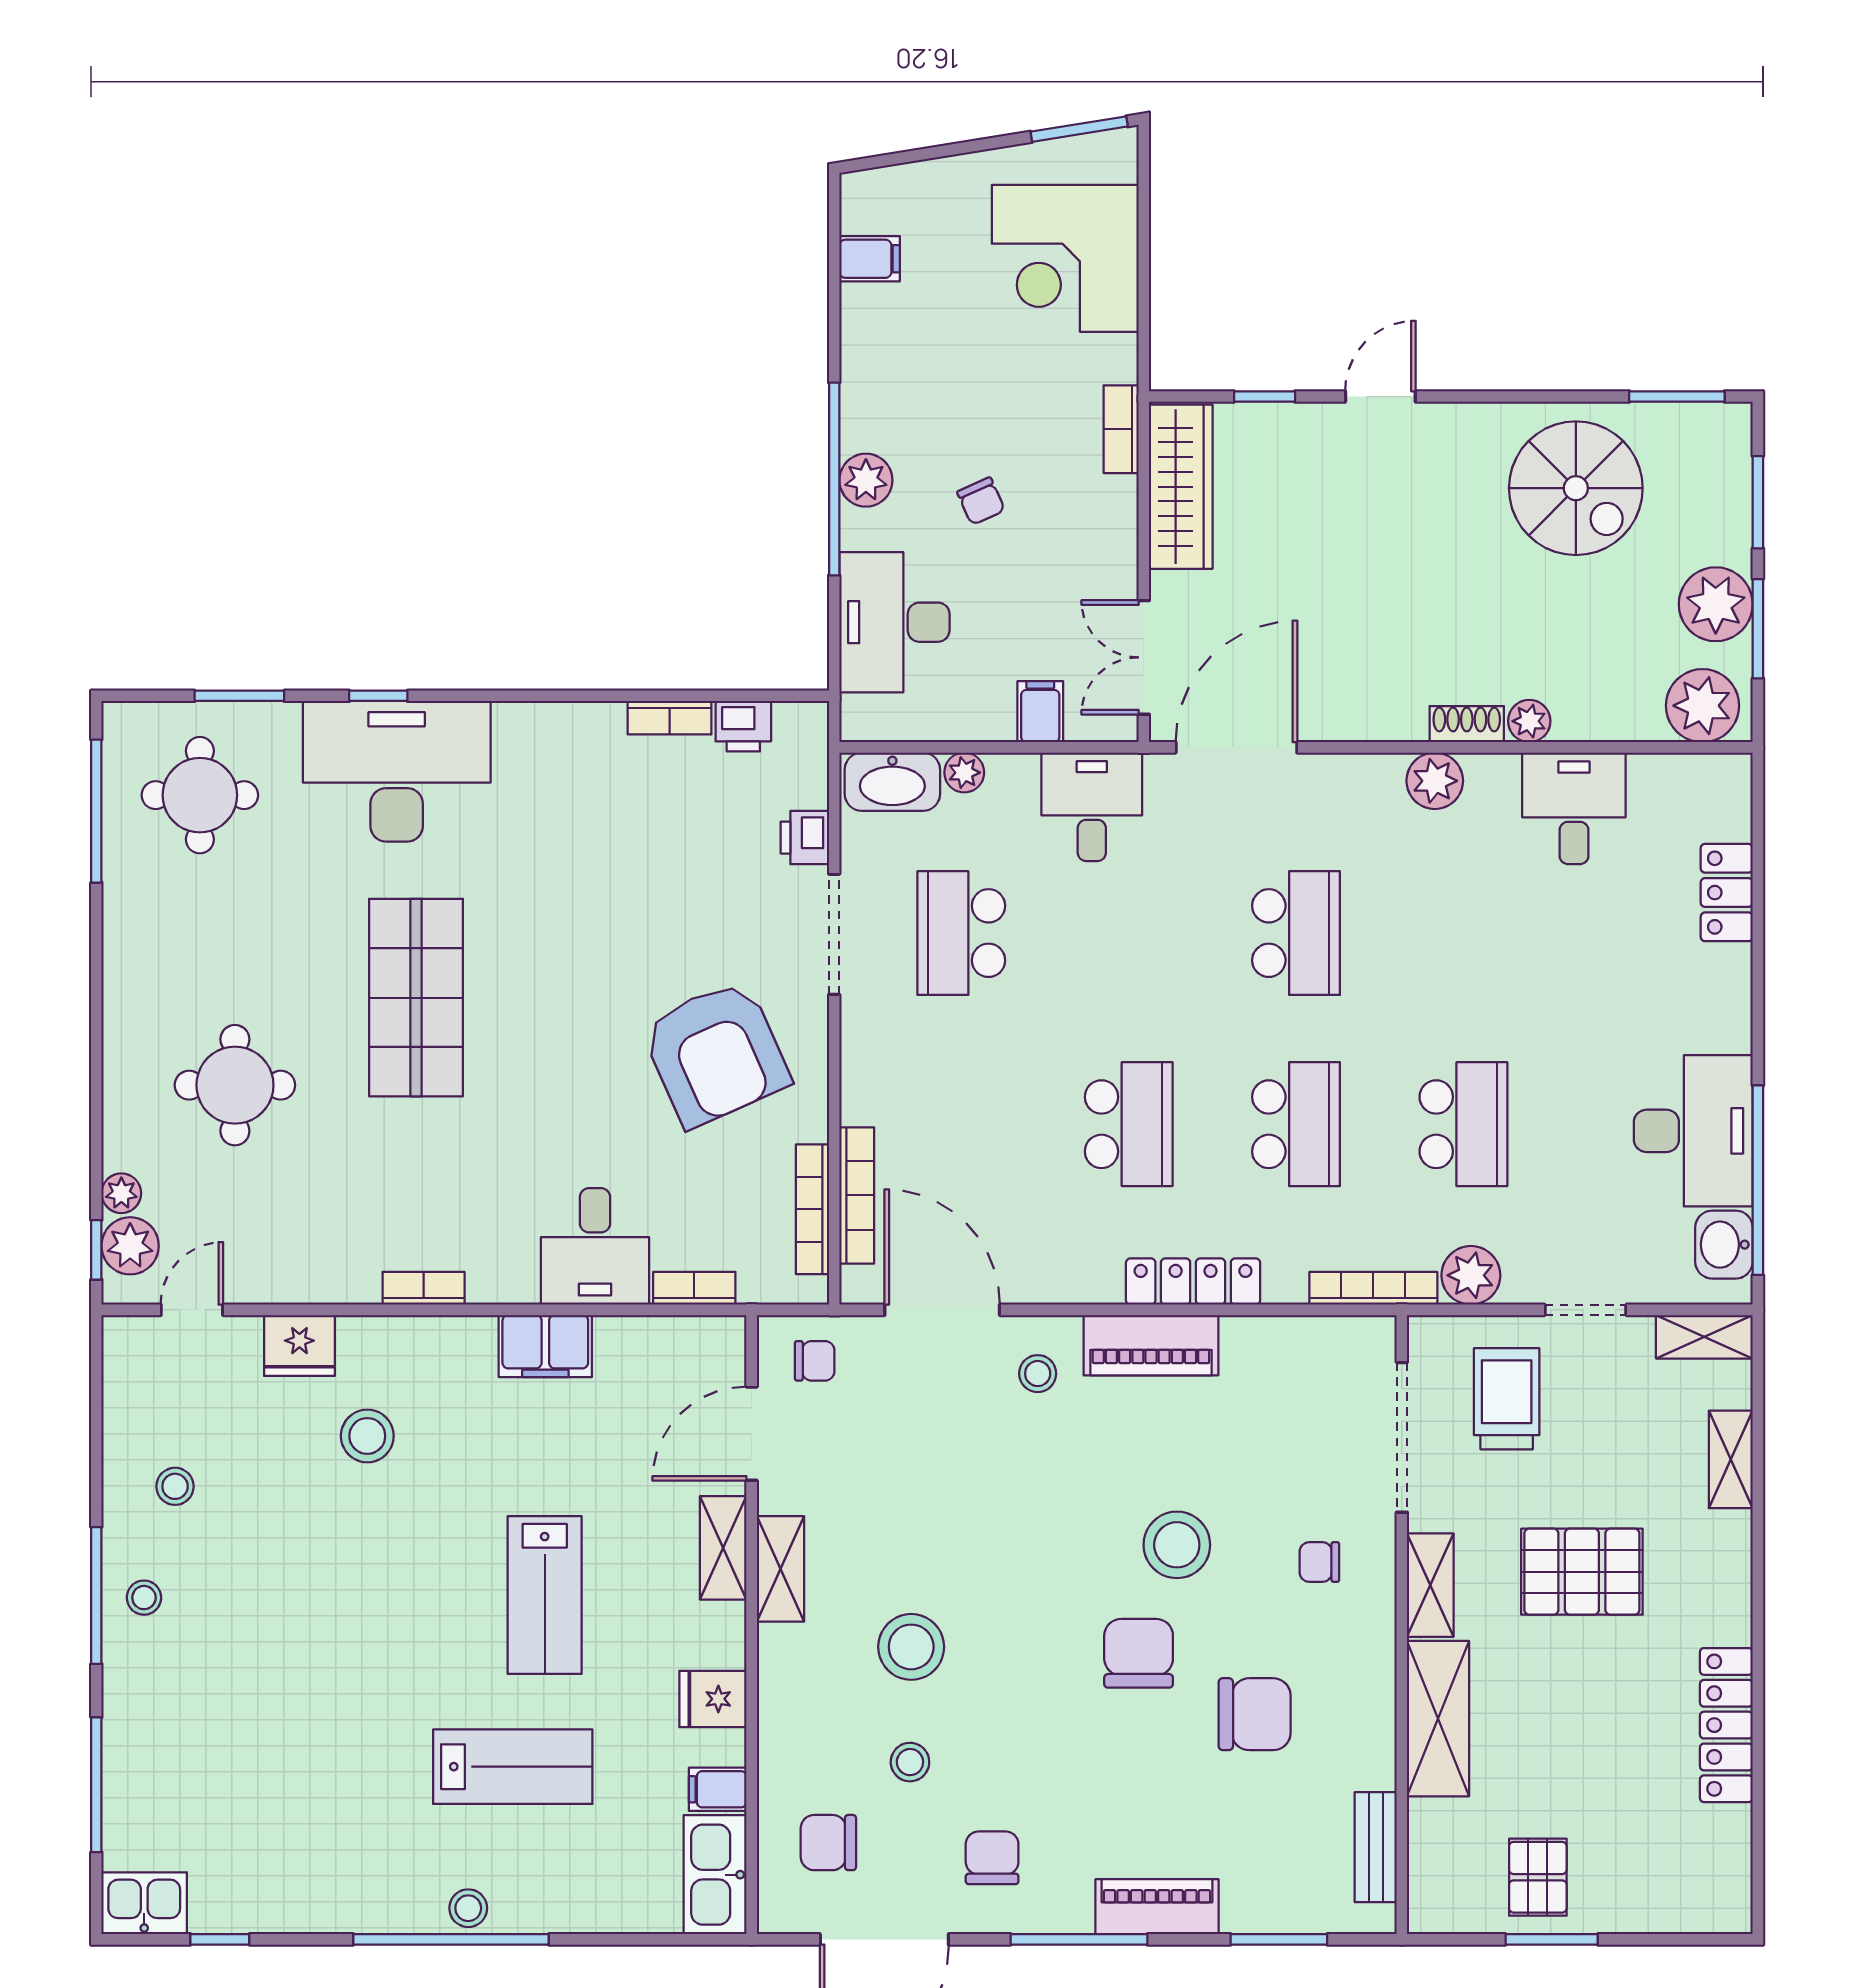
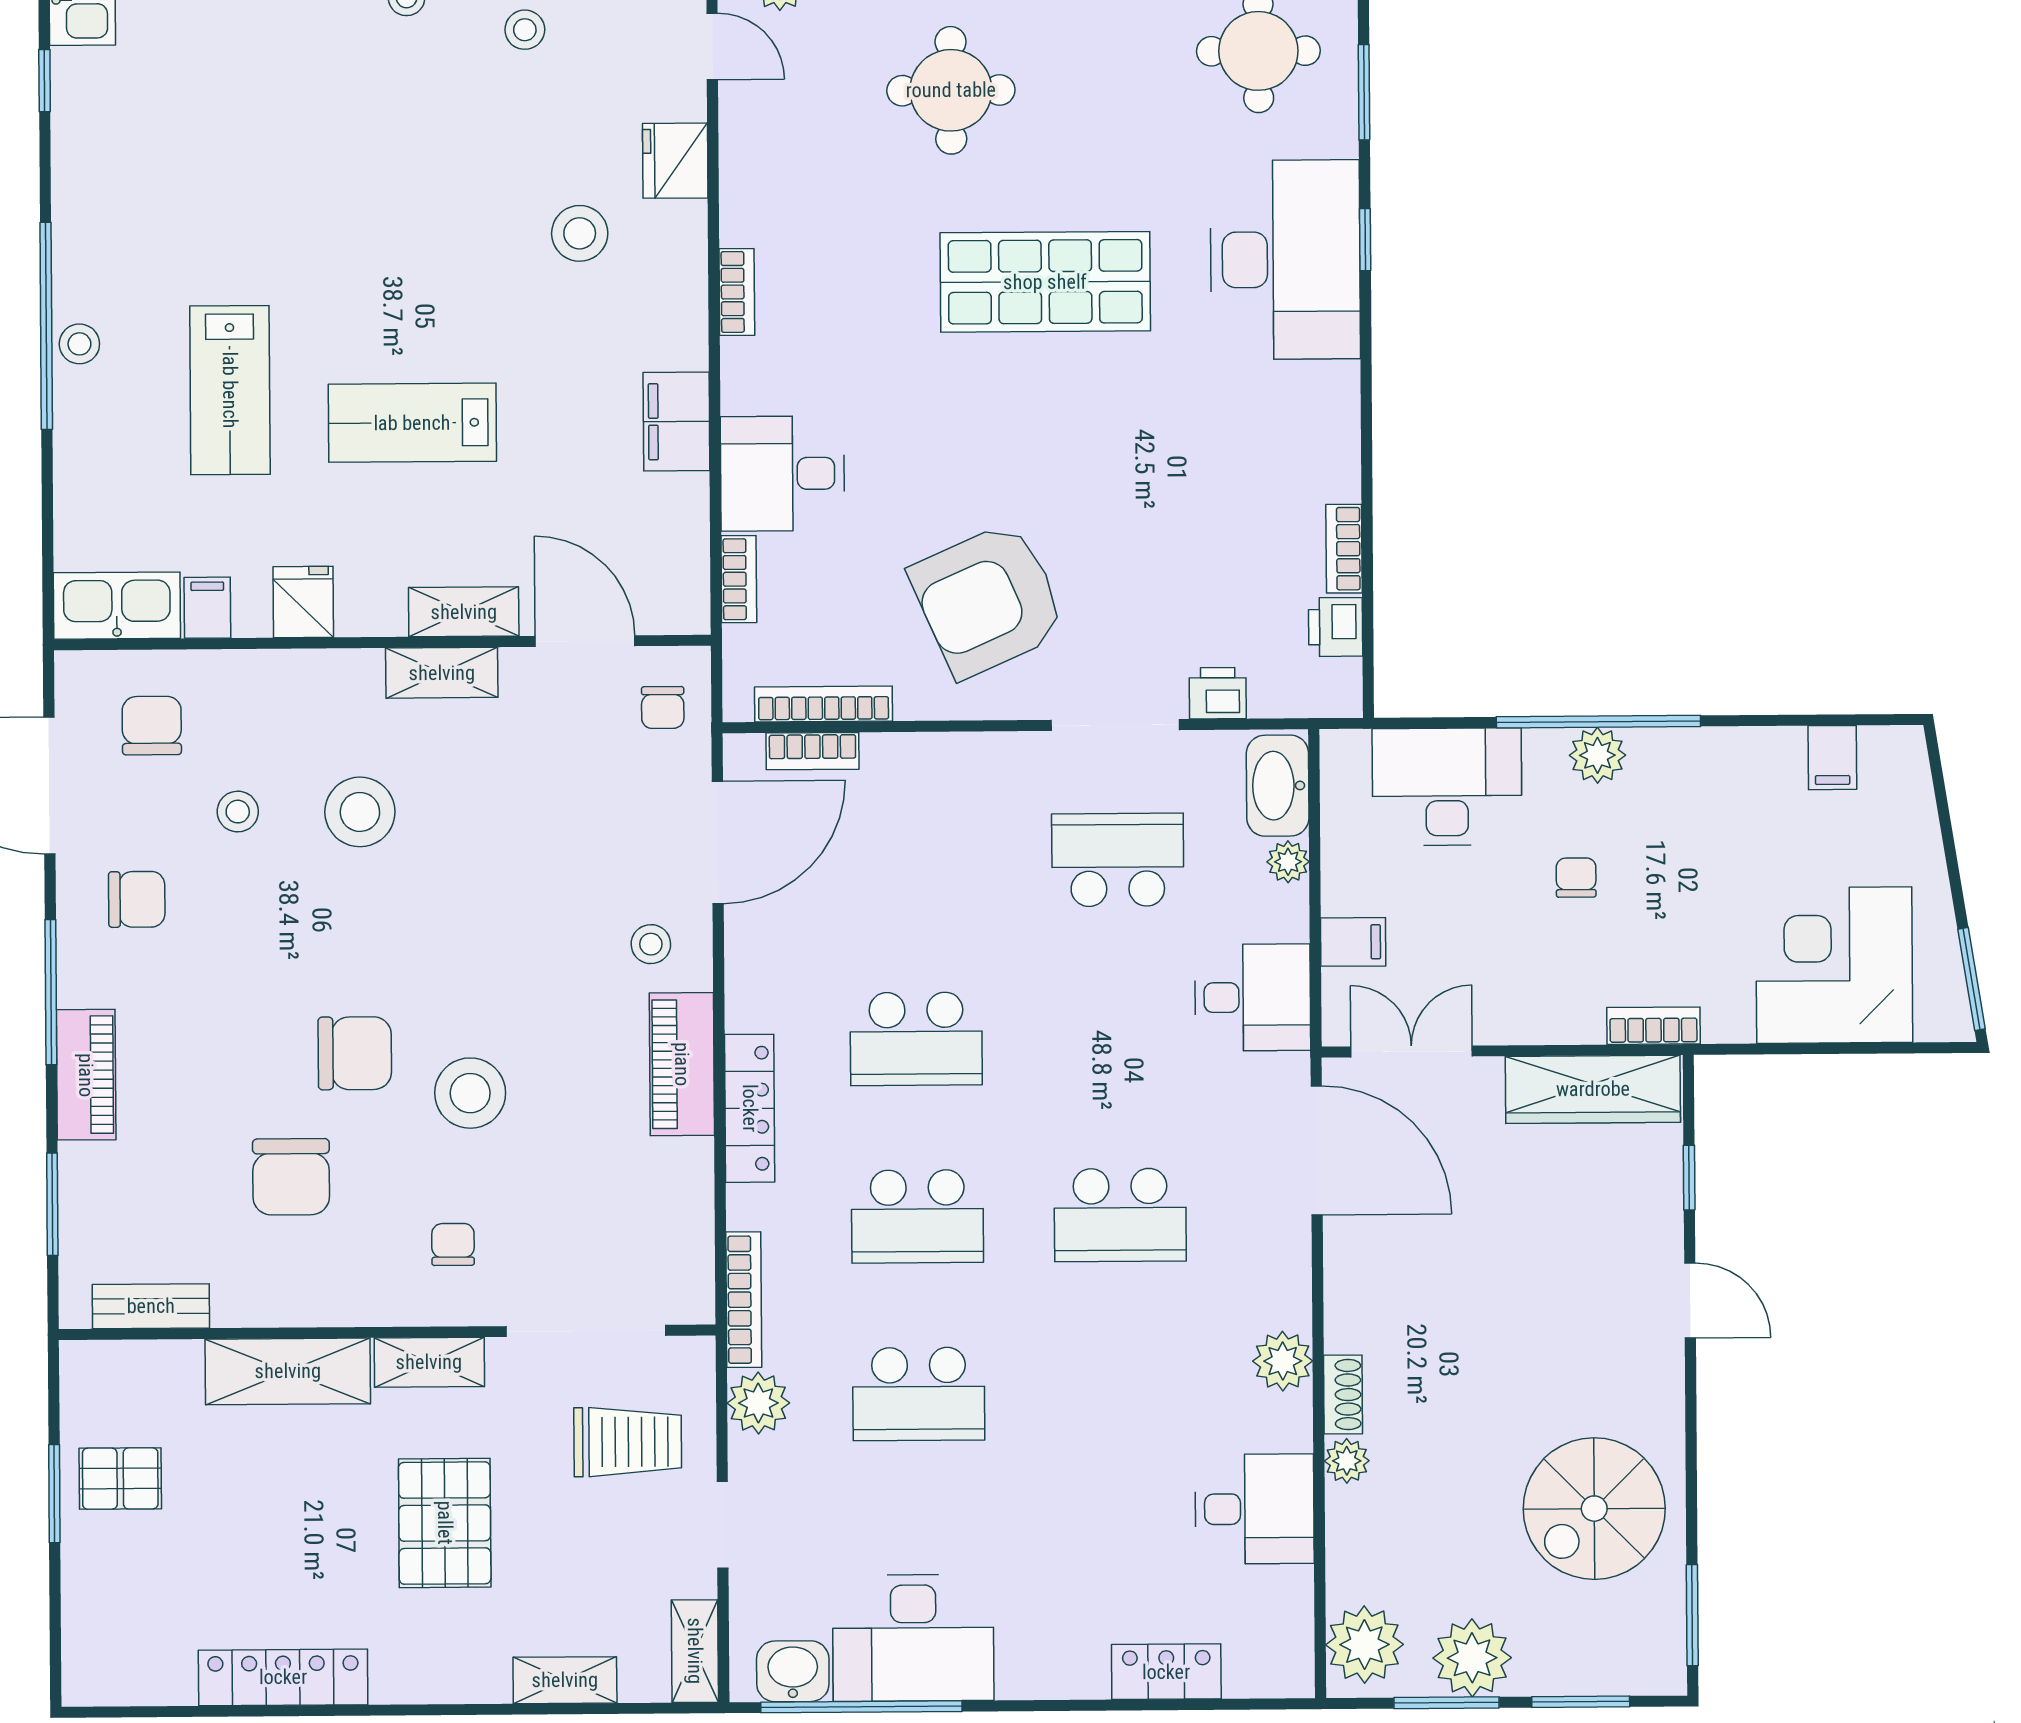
chair: (981, 501) -> (1576, 878), turned 114
bookcase: (857, 1195) -> (812, 751), width x0.64

